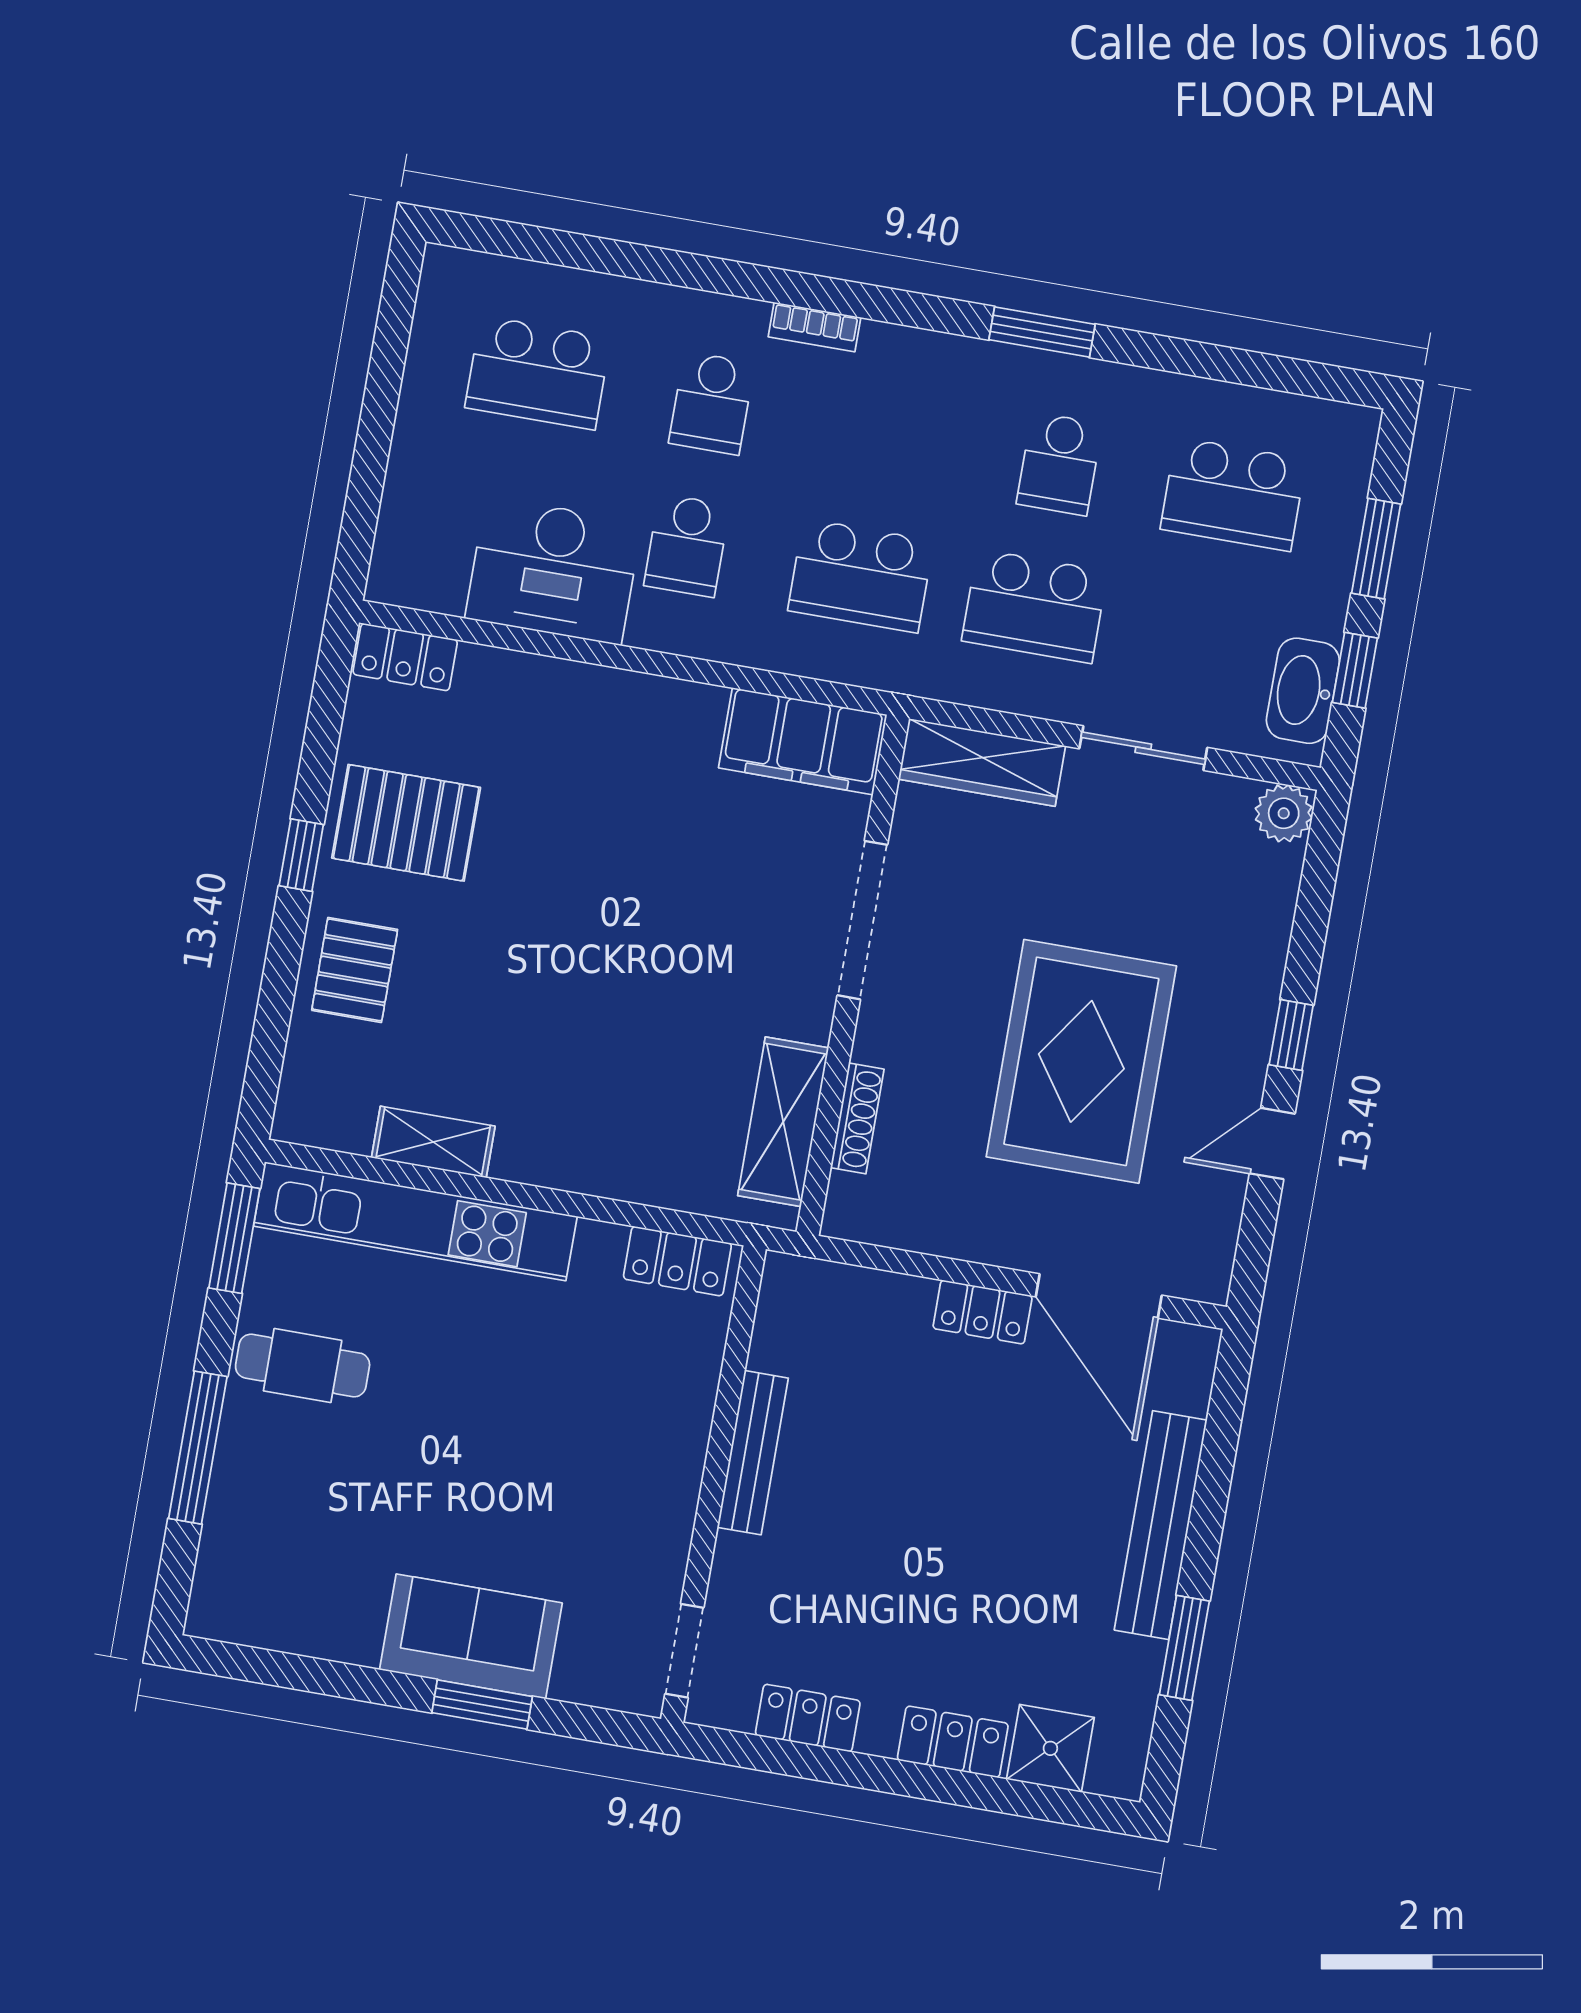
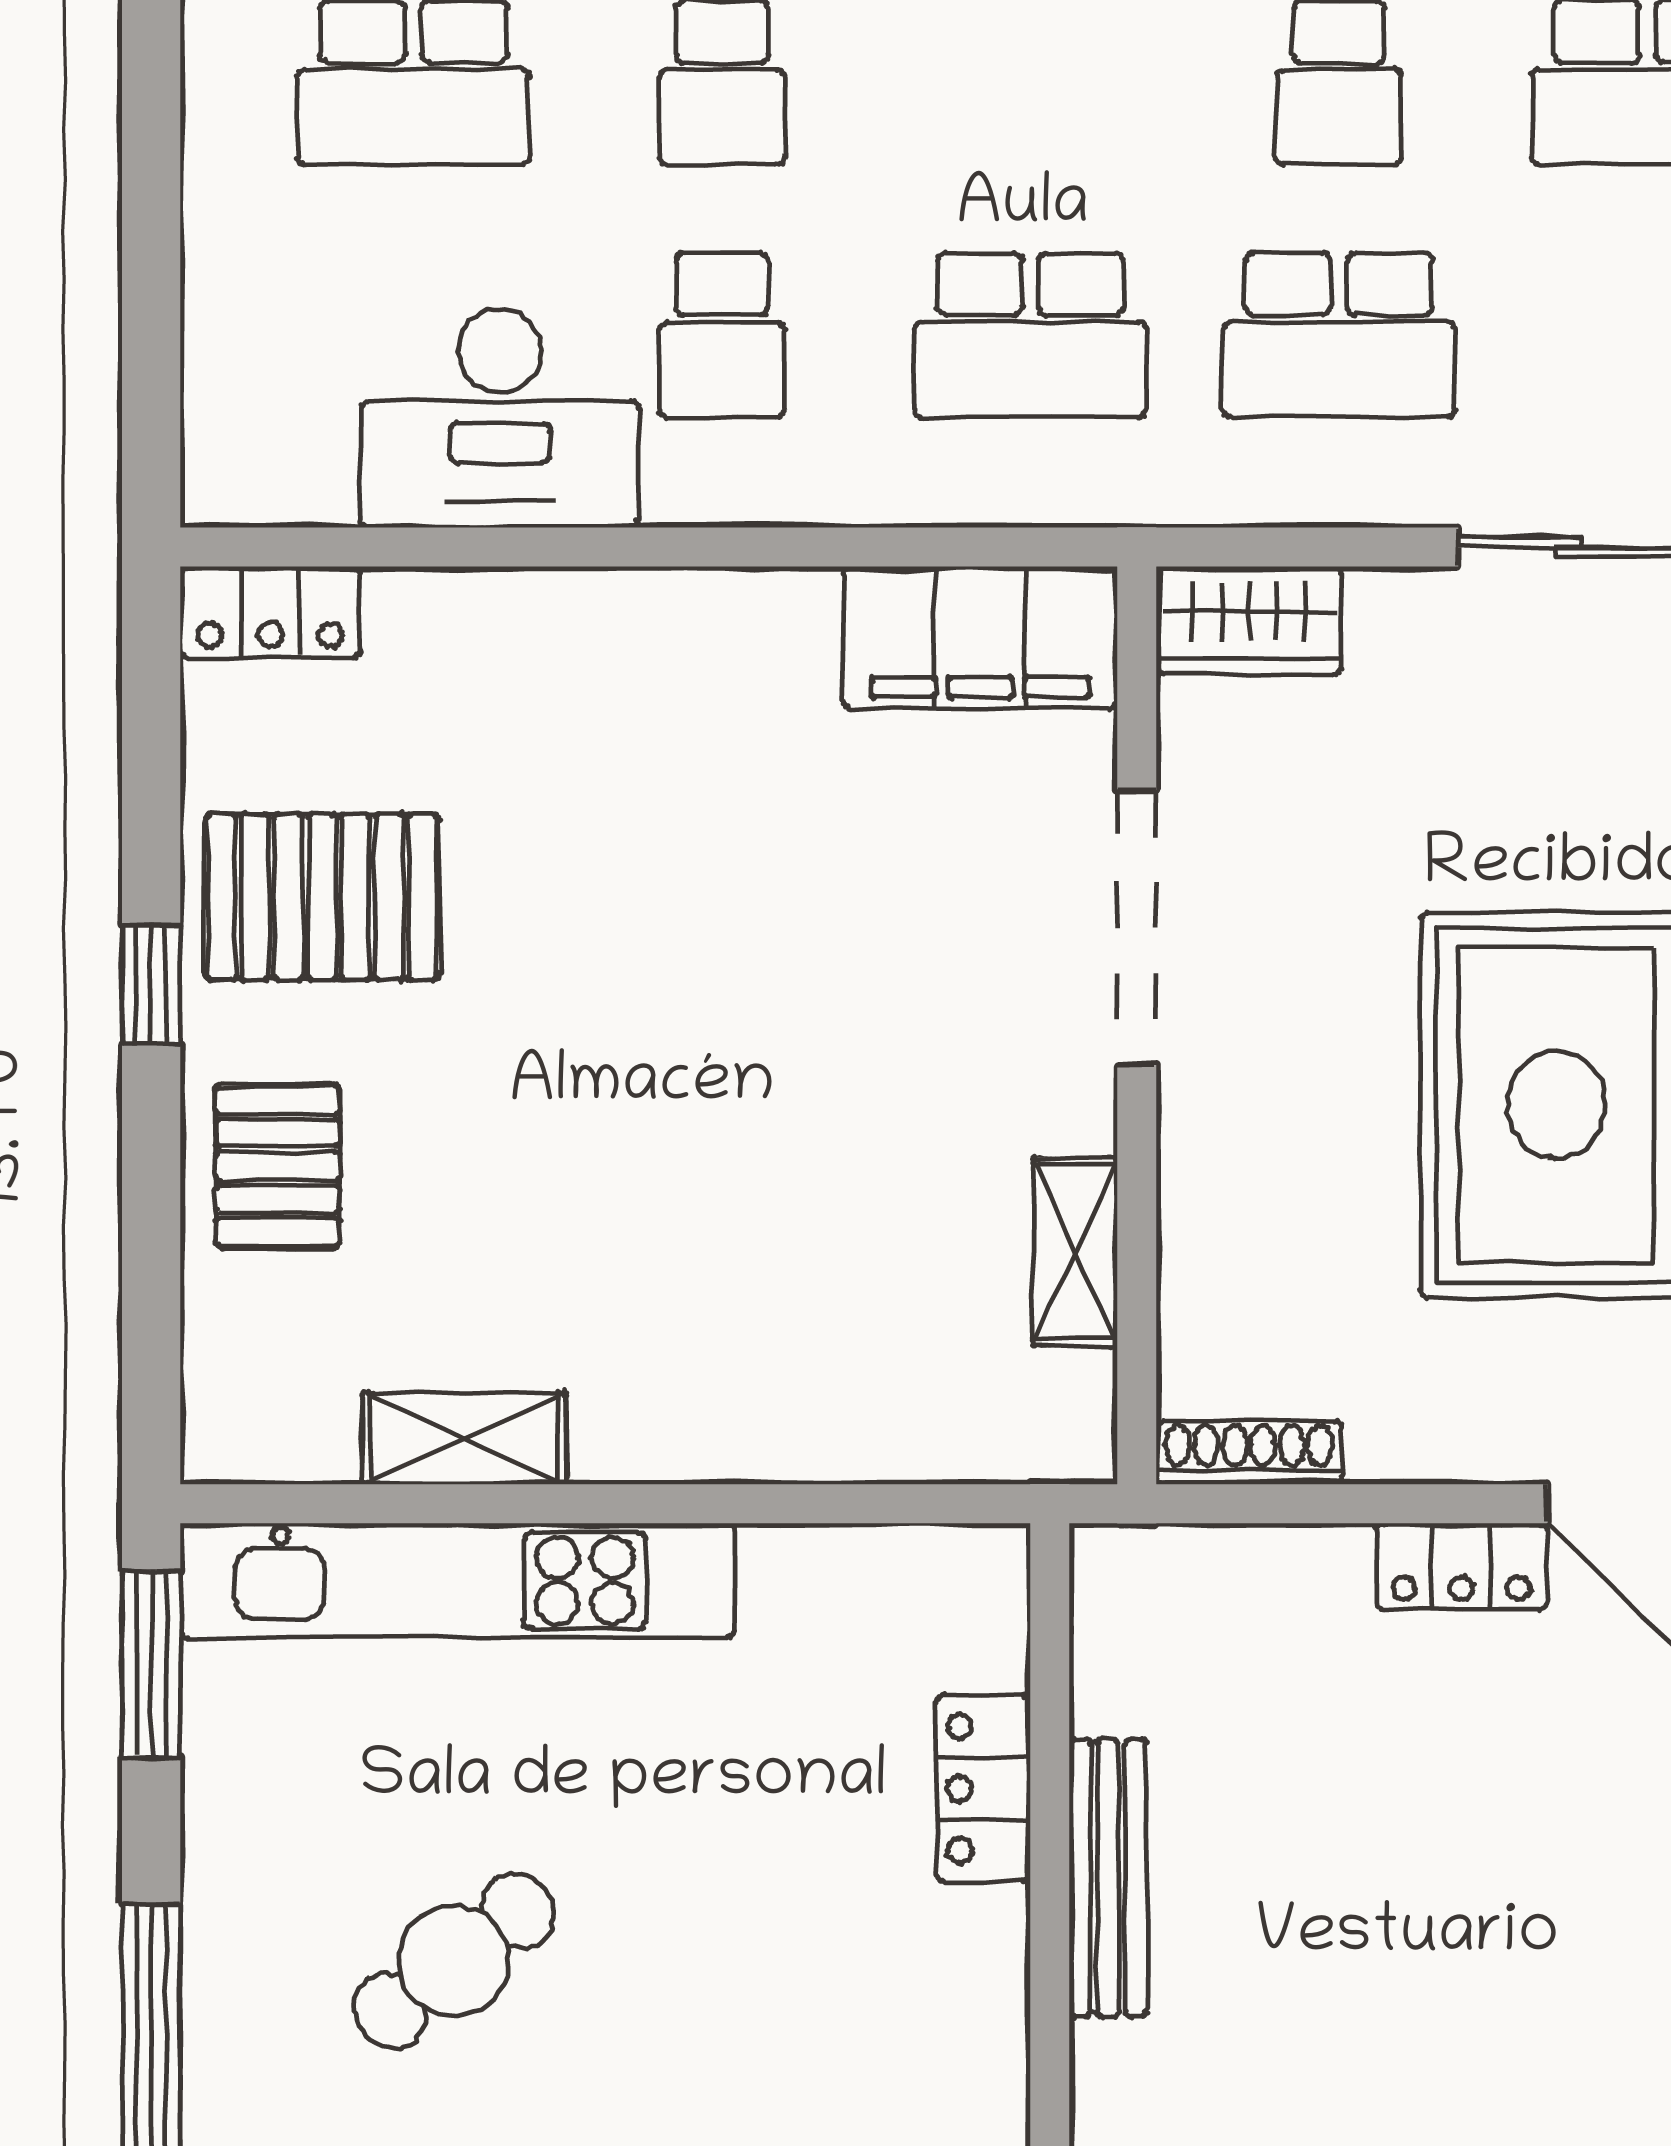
wardrobe: (982, 762) -> (1249, 620), width x0.67
shoe rack: (857, 1118) -> (1249, 1453), moved, turned -90
shelving: (783, 1122) -> (1075, 1252), width x0.67, depth x0.75
locker: (677, 1261) -> (983, 1789), moved, turned 90
cafe table: (303, 1366) -> (454, 1961), moved, turned -38

